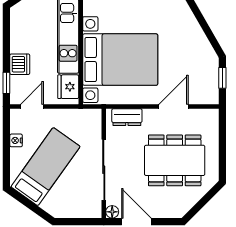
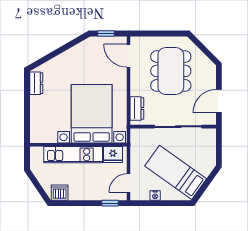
dishwasher: (20, 64) -> (60, 193), moved
door: (32, 107) -> (129, 183), hinge flipped
door: (174, 107) -> (129, 56), moved
floor lamp: (112, 212) -> (211, 120), removed

